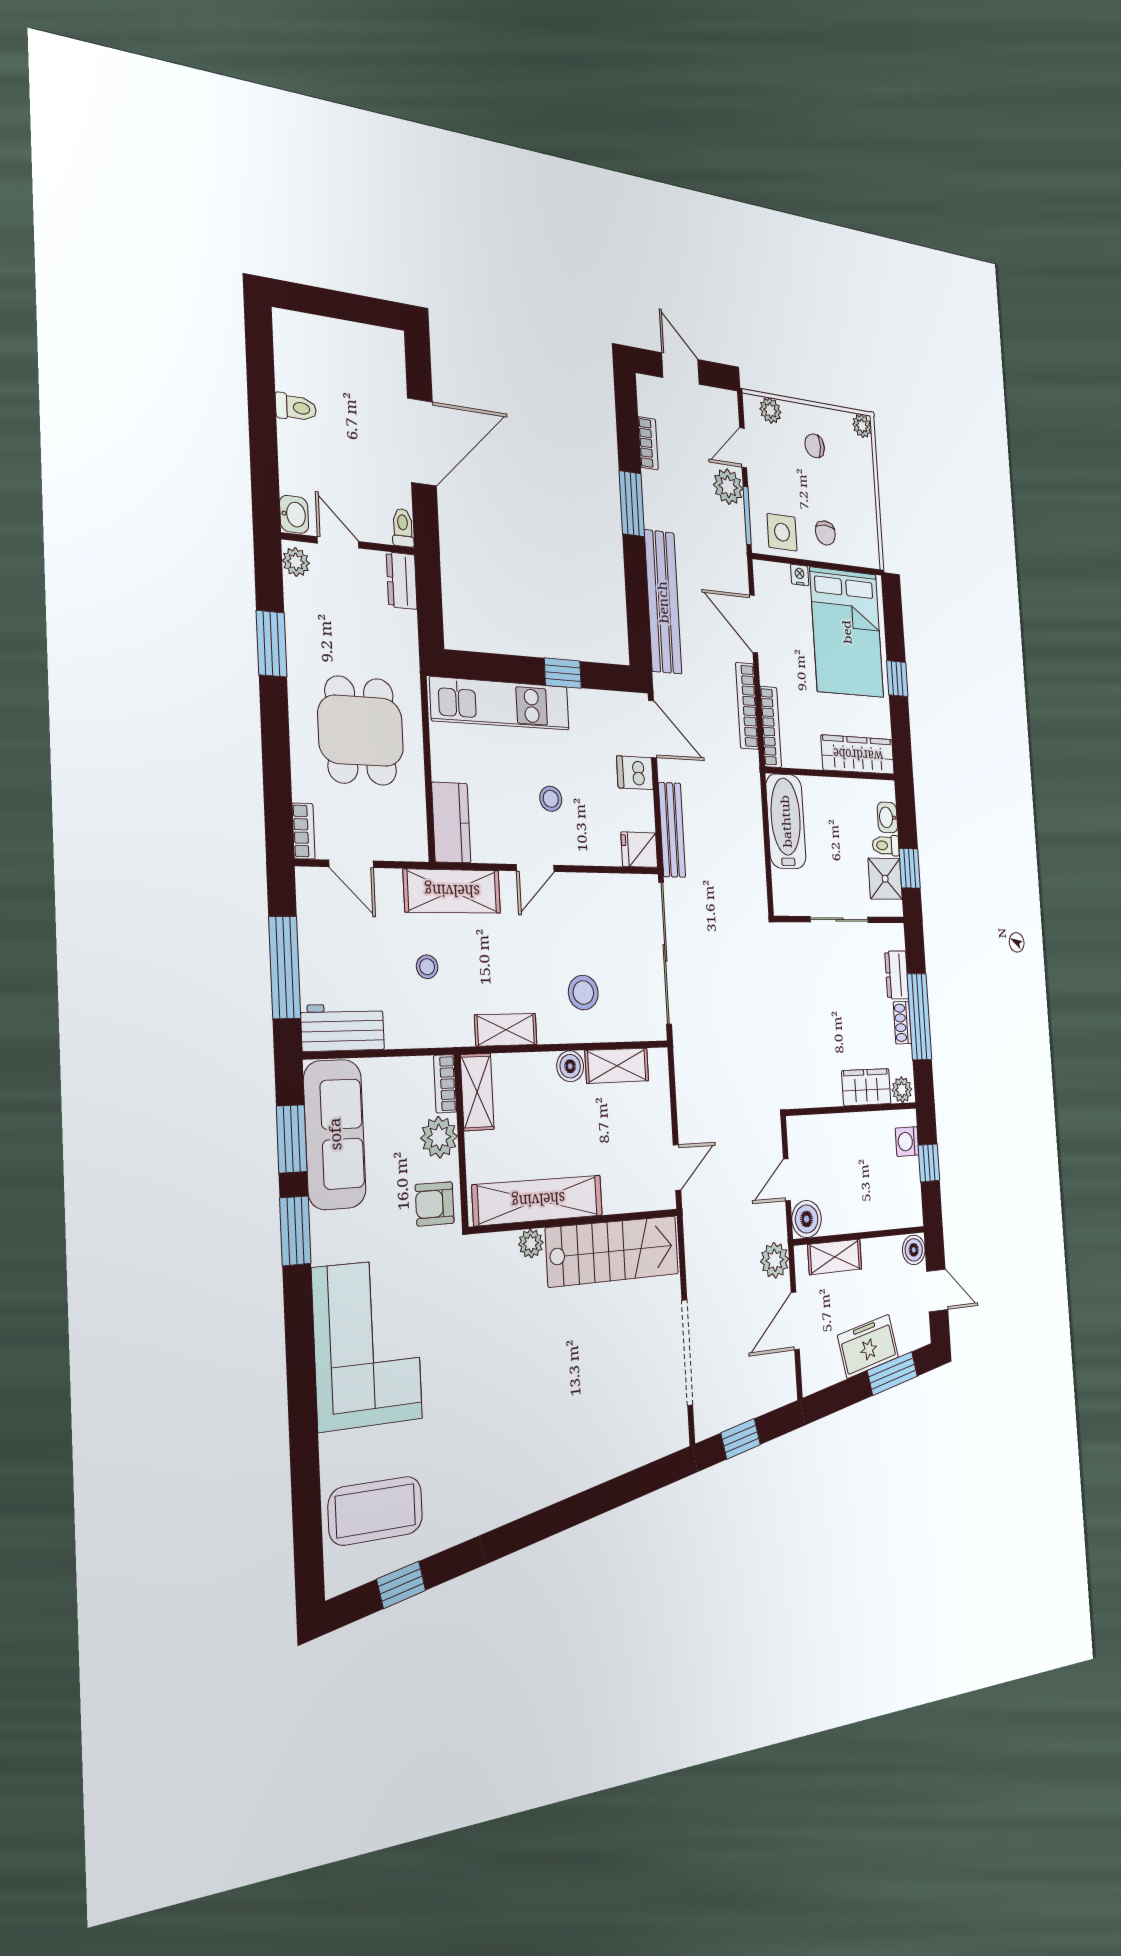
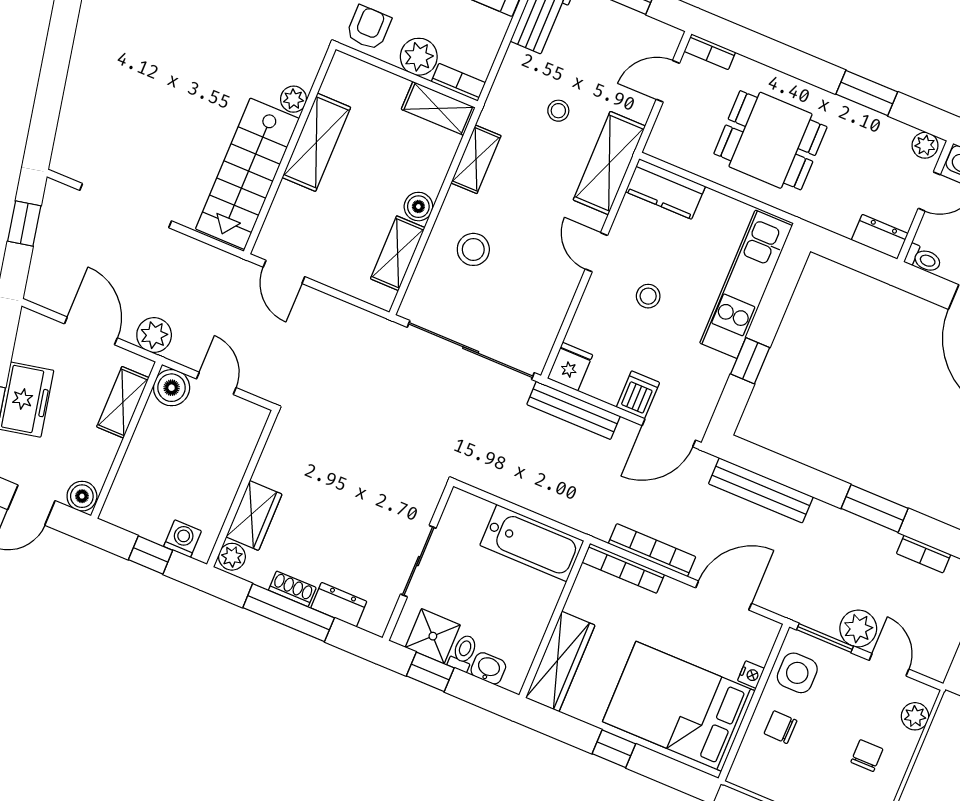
bench: (663, 602) -> (761, 490), width x0.73, depth x0.82
shelving: (538, 1200) -> (316, 142), width x0.68

